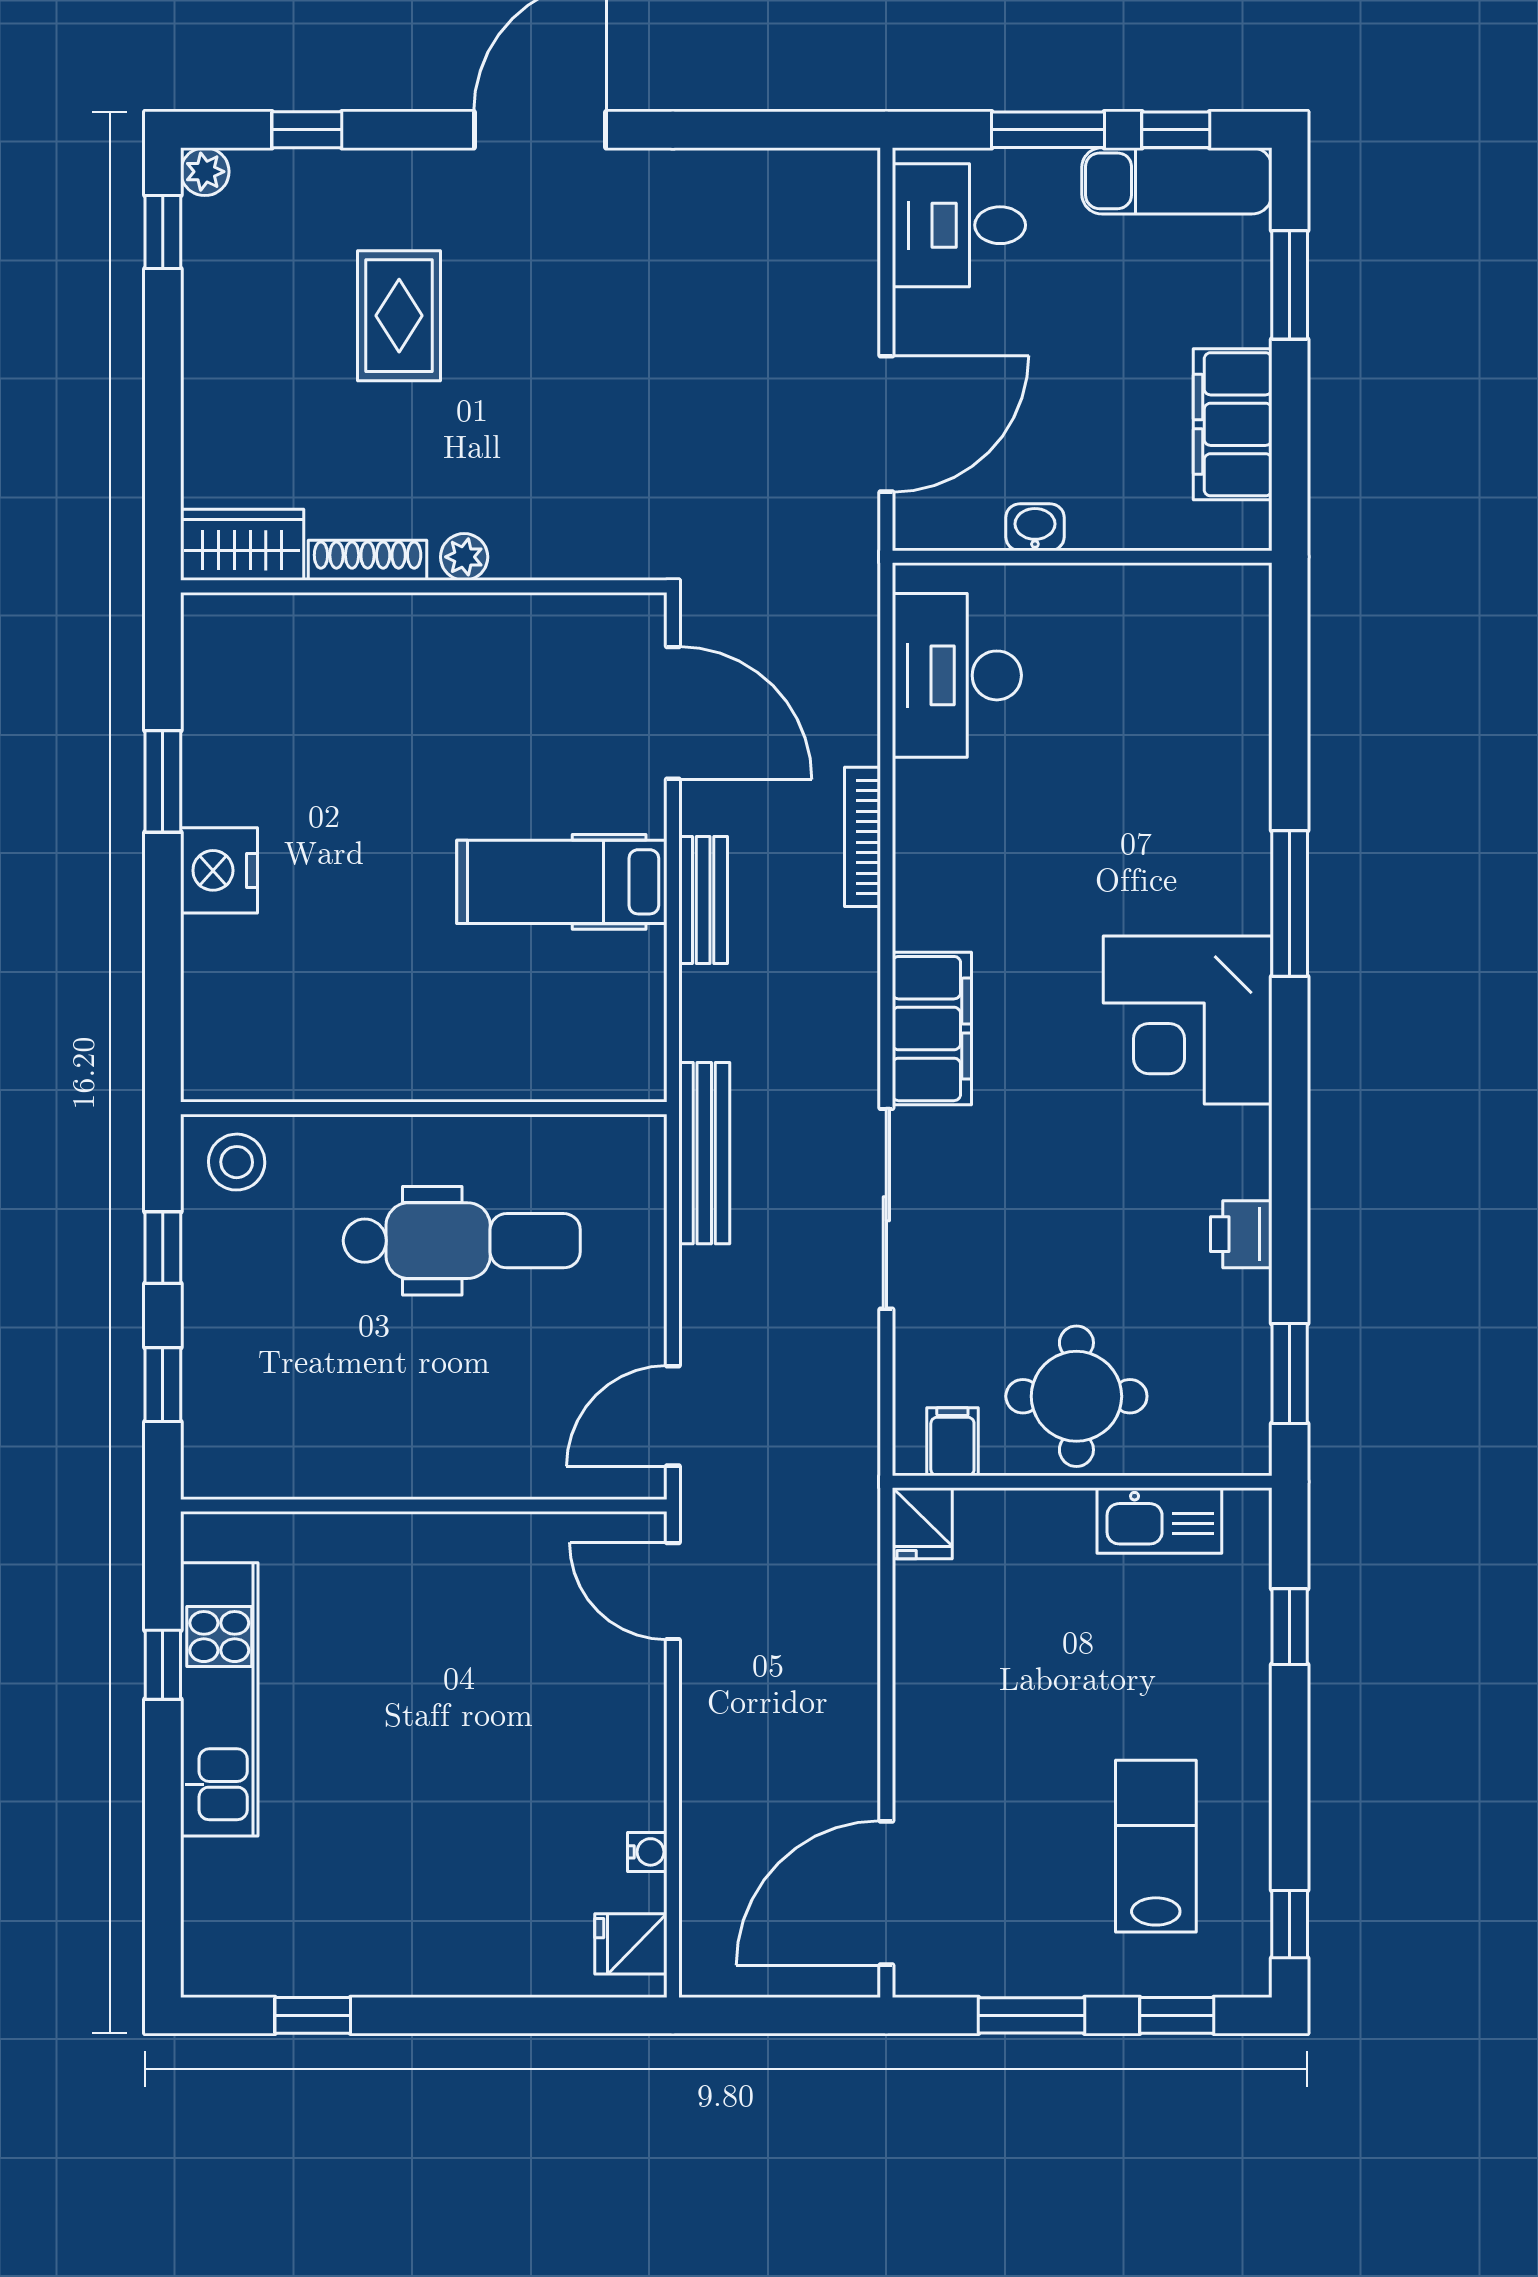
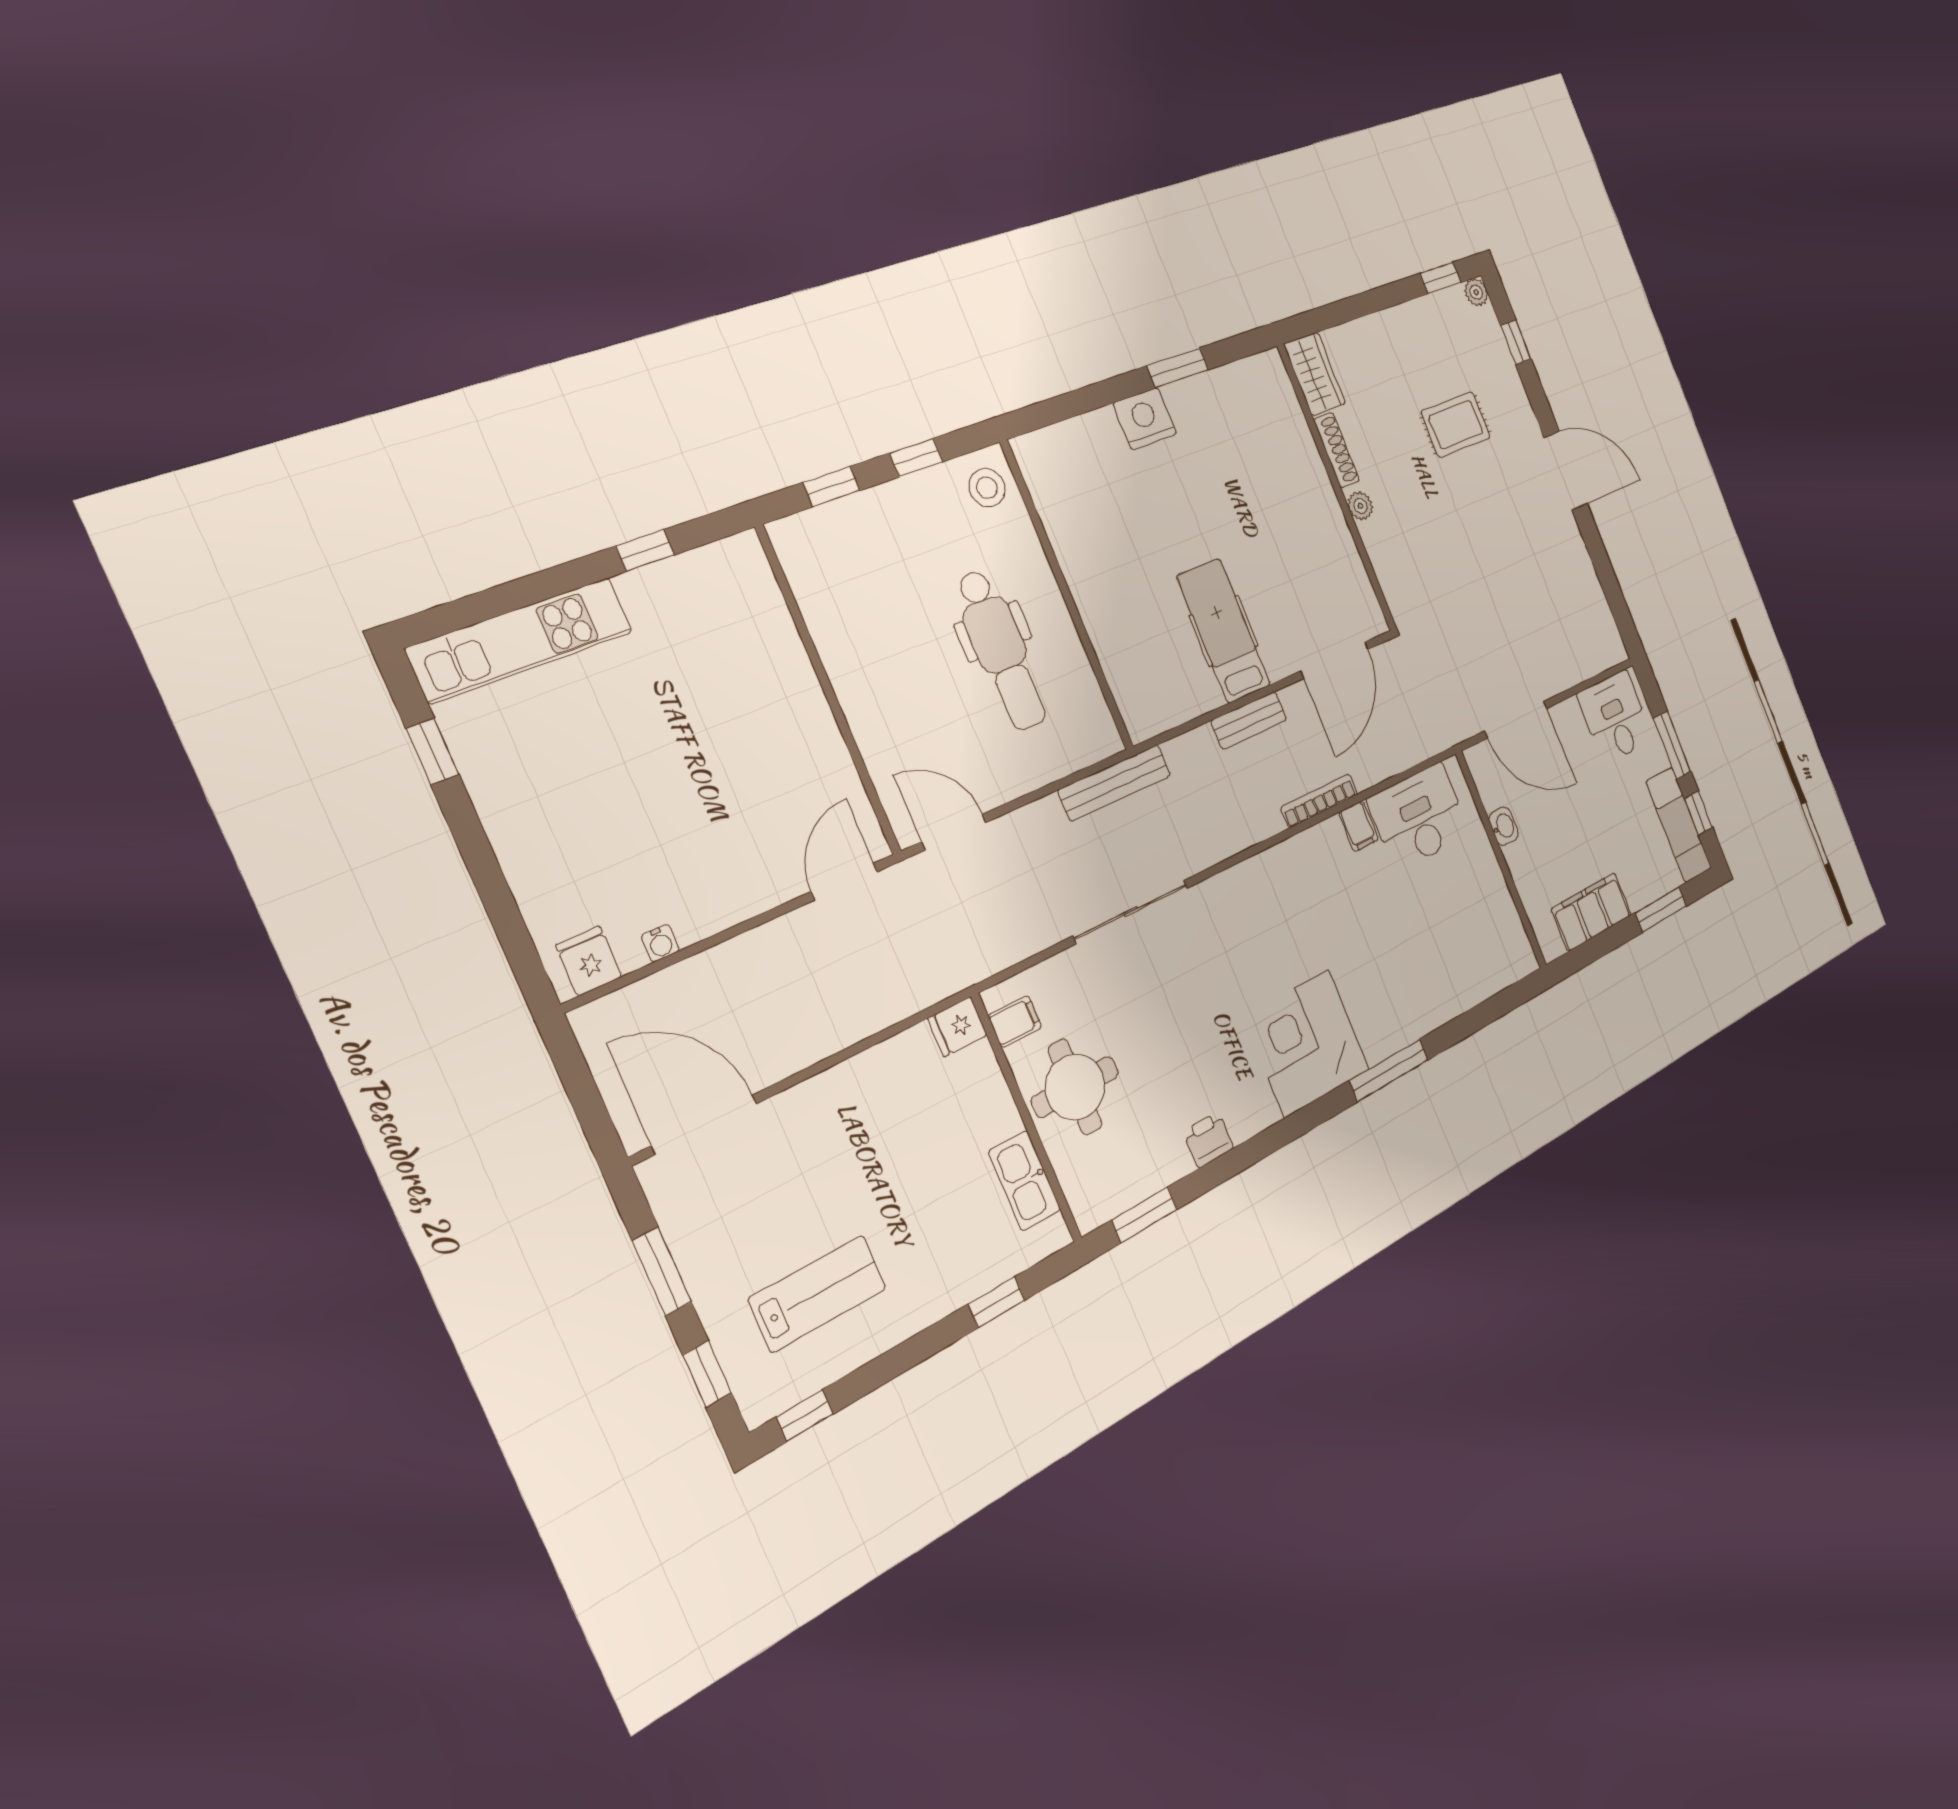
filing cabinet: (932, 1029) -> (1358, 826), moved, width x0.33, depth x0.86
kitchen unit: (219, 1699) -> (521, 640), moved

